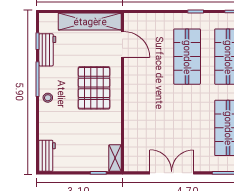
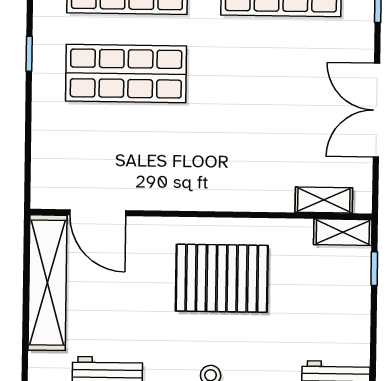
door: (122, 44) -> (98, 213), swing flipped
pallet: (94, 88) -> (222, 278), moved
shelving: (130, 149) -> (324, 200), added

